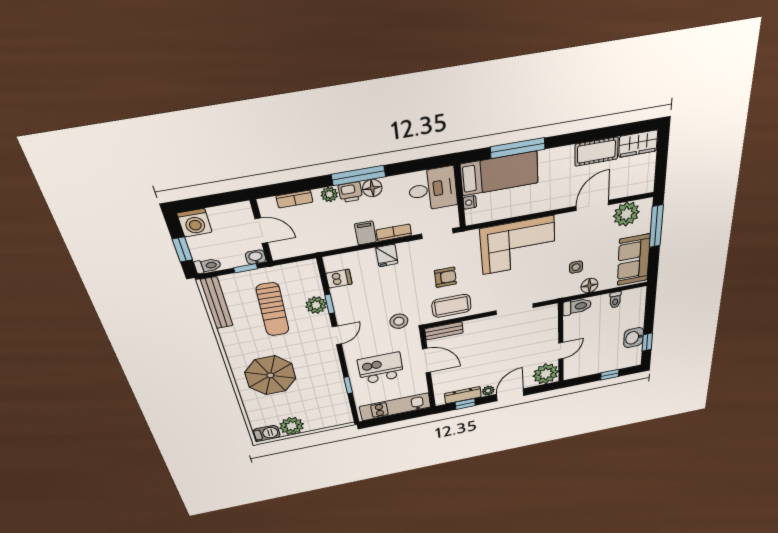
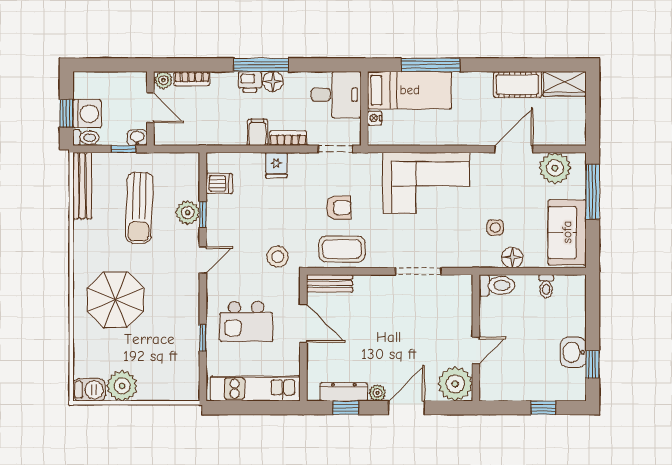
plant: (329, 194) -> (163, 80), moved
washing machine: (194, 223) -> (87, 114), moved, turned -90
kitchen island: (381, 368) -> (246, 321), turned 180

